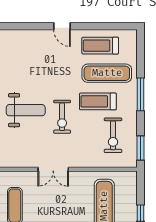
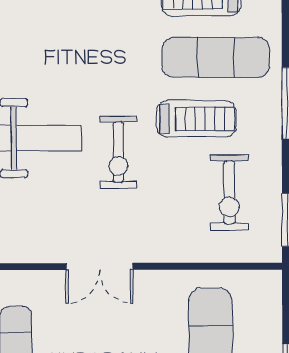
treadmill: (98, 101) -> (196, 119), turned 180

